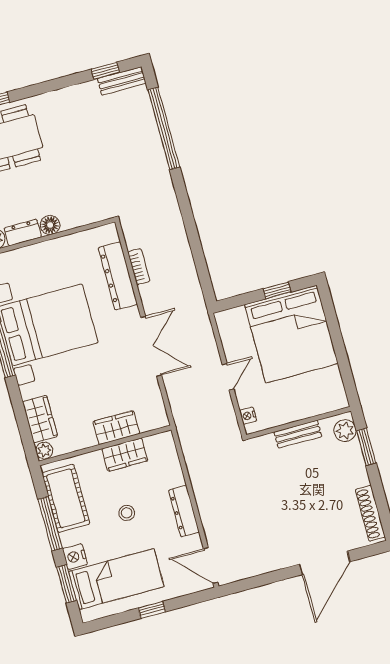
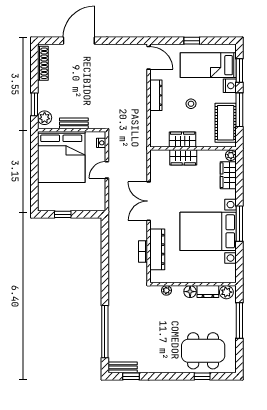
plant: (87, 217) -> (166, 290), added
bed: (291, 334) -> (61, 157), moved, turned 180

